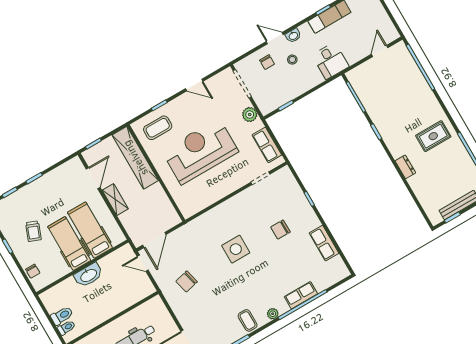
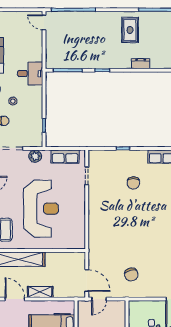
door: (380, 51) -> (44, 22), moved
reception desk: (200, 151) -> (41, 209), turned 180
side table: (236, 249) -> (129, 224), removed

